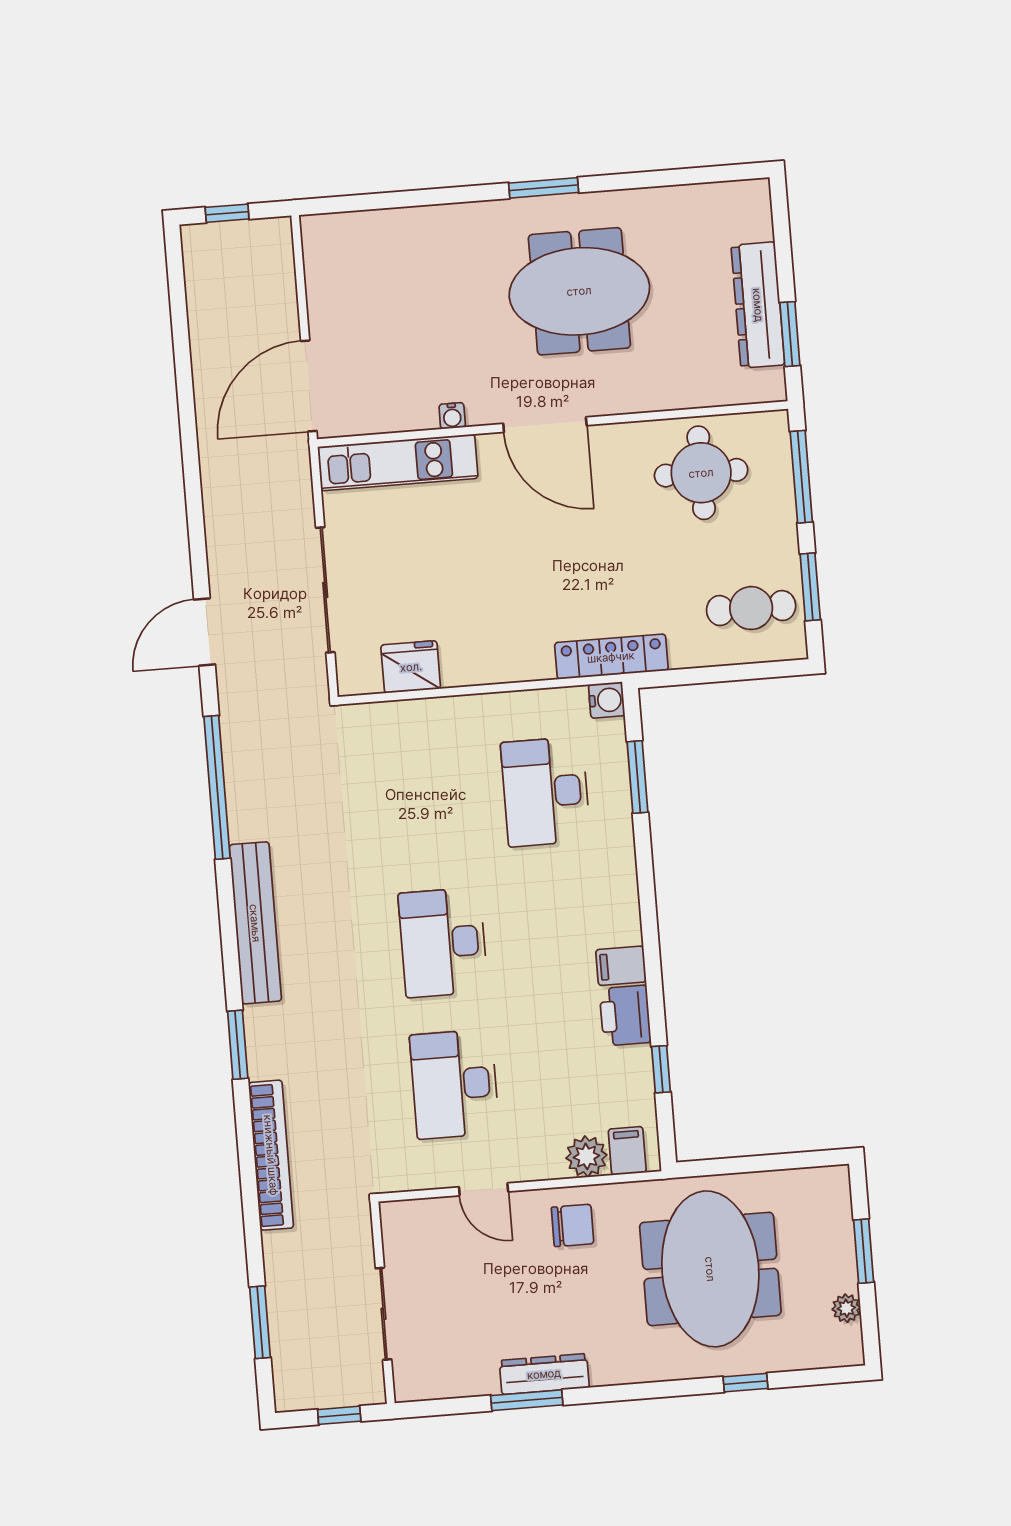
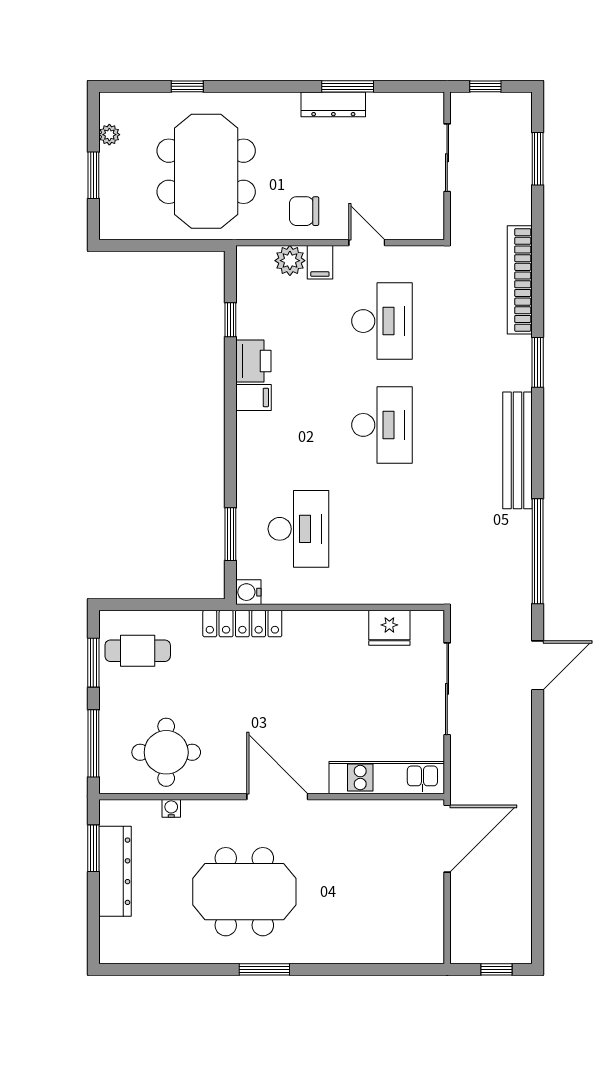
water cooler: (452, 416) -> (171, 808), moved
filing cabinet: (627, 1151) -> (320, 262), moved

